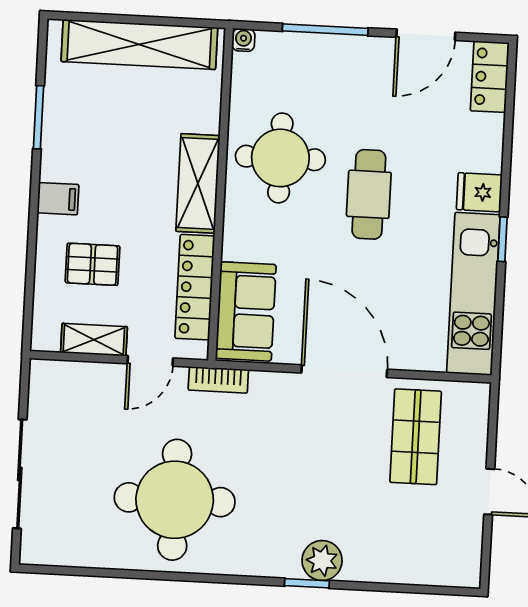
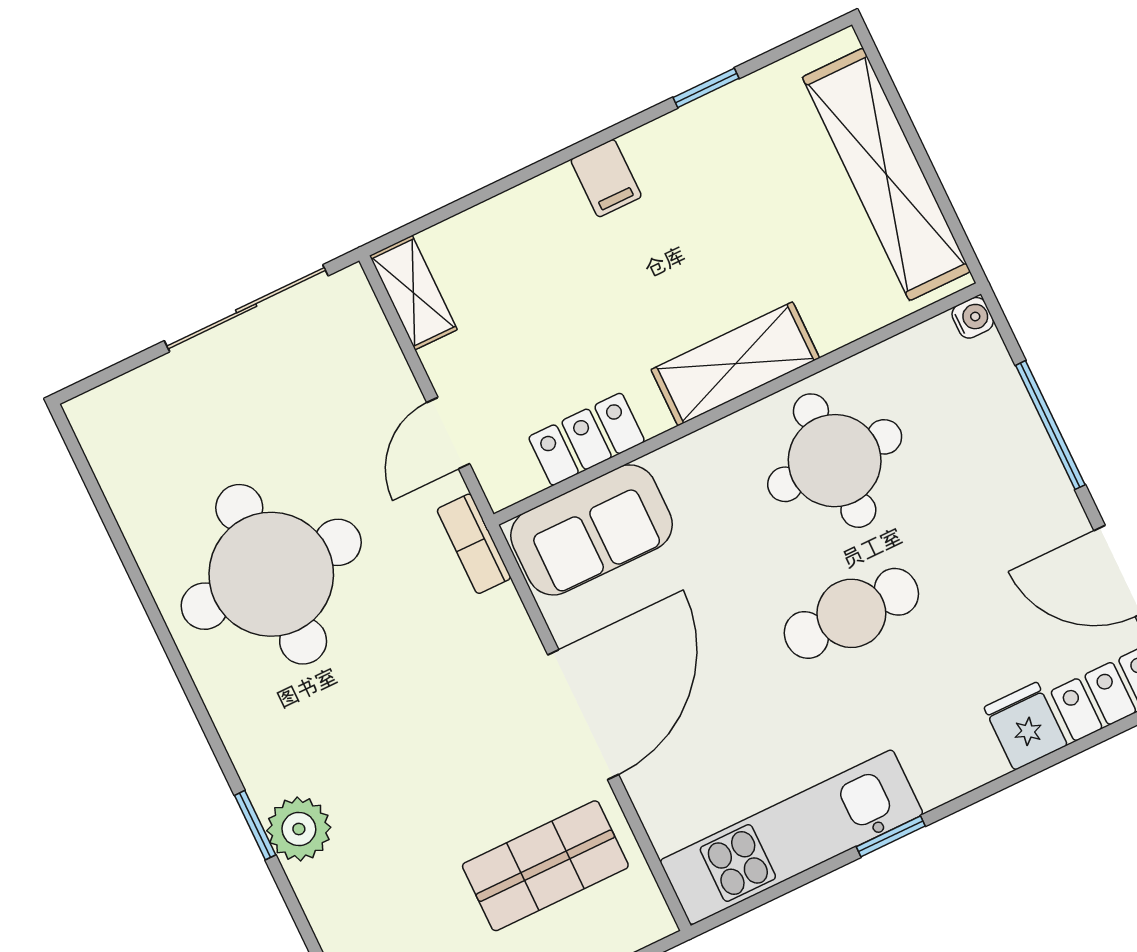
window: (38, 117) -> (706, 88), width x0.67
fridge: (479, 192) -> (1026, 726), moved
pallet: (93, 264) -> (540, 277), removed
locker: (195, 287) -> (587, 439), width x0.66
shelving: (94, 340) -> (413, 293), moved
door: (150, 361) -> (448, 433), hinge flipped
sliding door: (20, 474) -> (246, 308), moved

